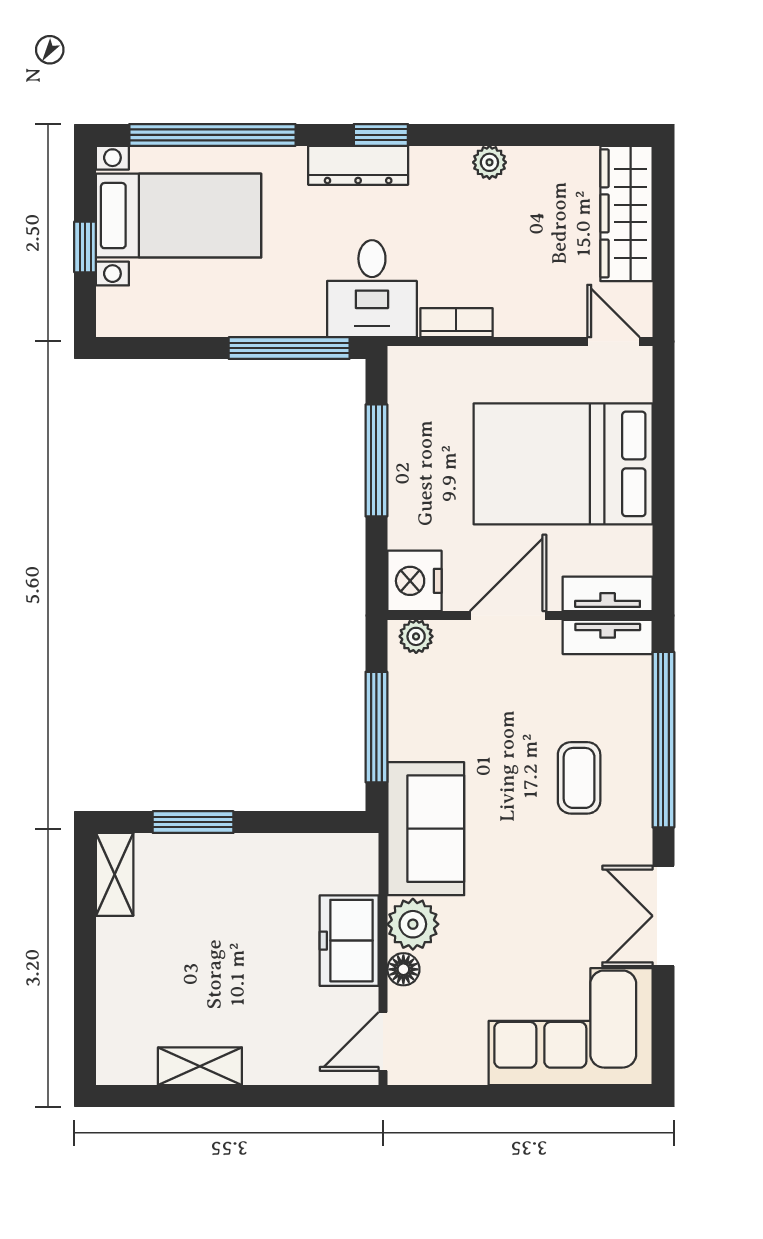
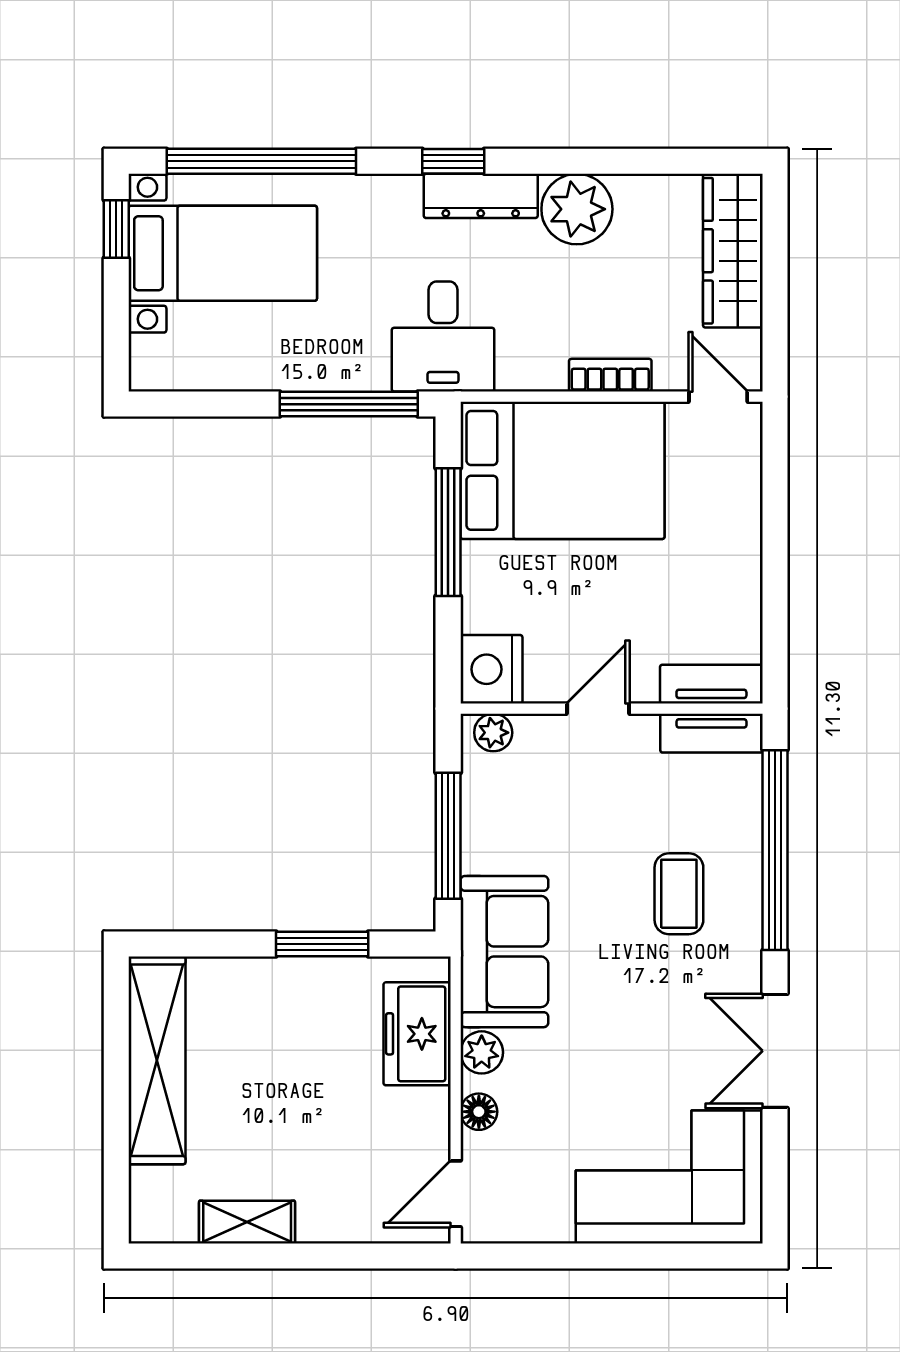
plant: (489, 162) -> (577, 209), width x1.87, depth x1.87
dresser: (358, 165) -> (481, 196), moved
window: (85, 247) -> (116, 229), moved
bookcase: (456, 323) -> (610, 375), moved
bed: (563, 464) -> (562, 470), moved, turned 180
door: (508, 615) -> (598, 709), width x0.73
window: (193, 822) -> (322, 944), moved
shelving: (115, 874) -> (157, 1060), width x2.20, depth x1.33
plant: (413, 924) -> (482, 1052), width x0.73, depth x0.73
freezer: (349, 941) -> (417, 1034), moved

